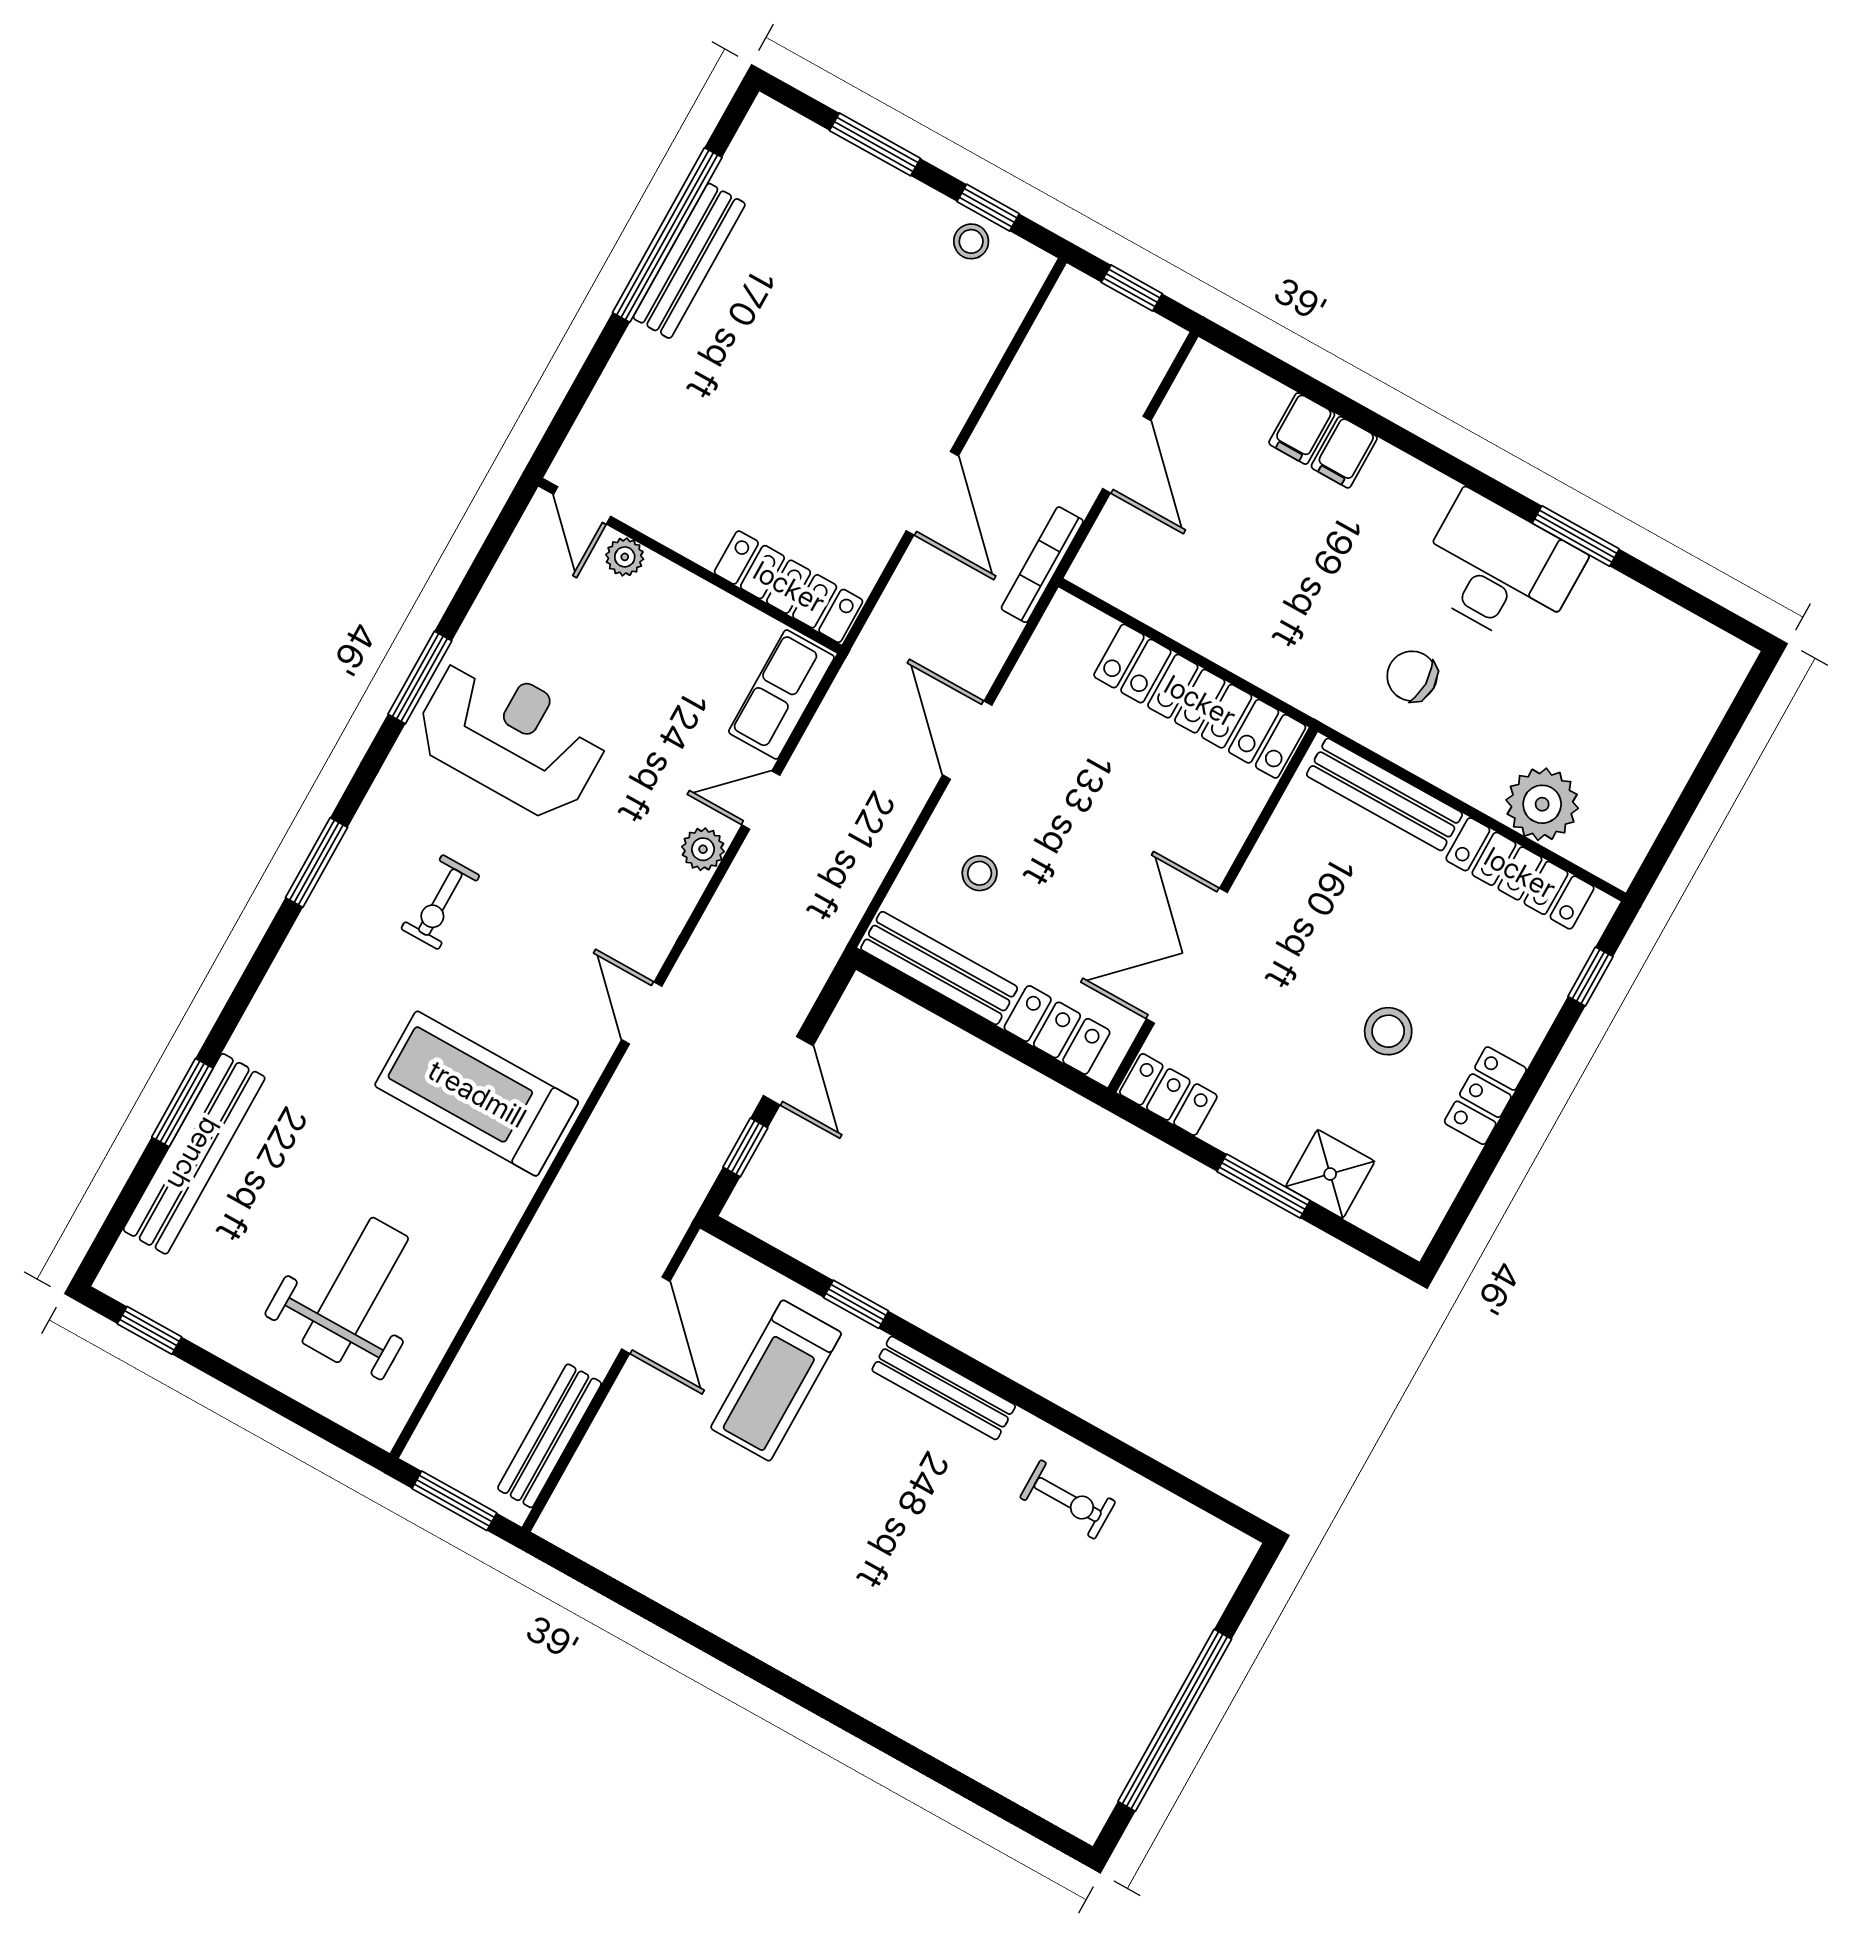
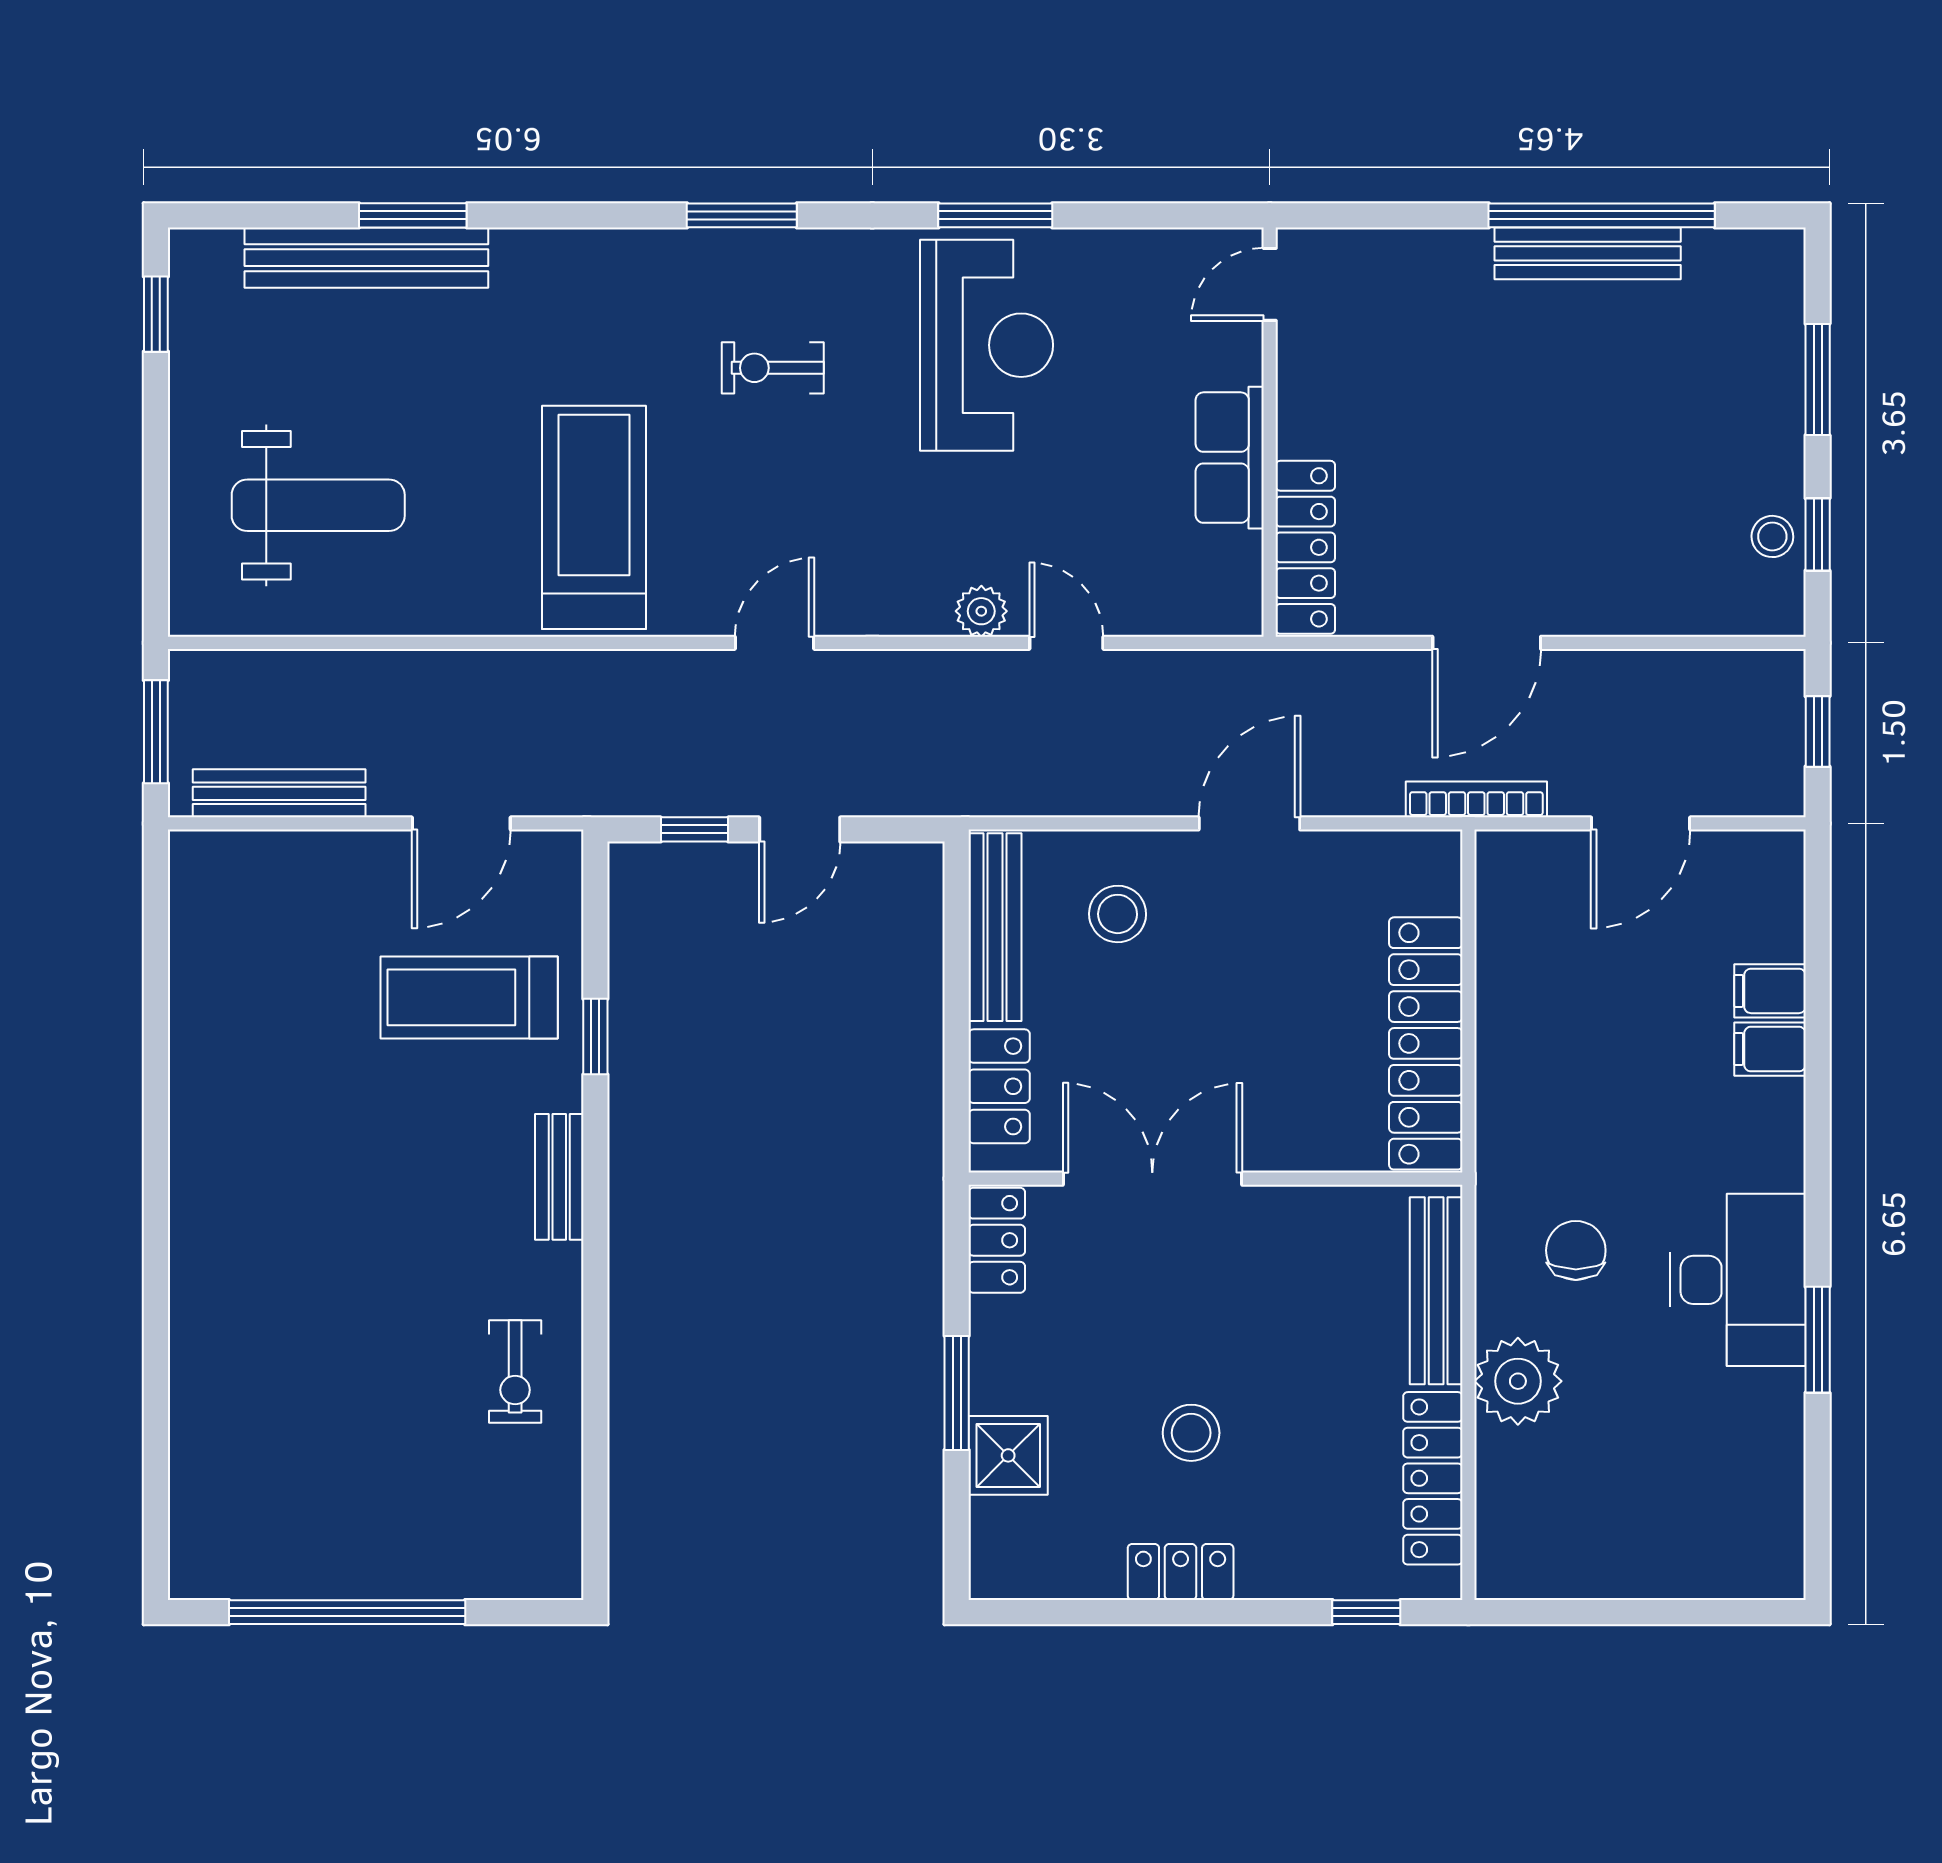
plant: (625, 557) -> (1241, 359), removed
row of seats: (781, 695) -> (1230, 458), moved, turned -90
plant: (1542, 804) -> (1518, 1381), moved
stool: (980, 873) -> (1118, 914), width x1.37, depth x1.37
bench: (944, 1388) -> (559, 1177), width x0.73

